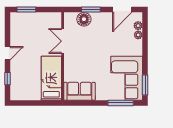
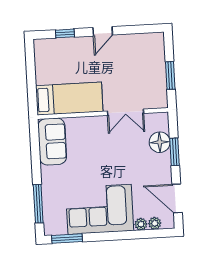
window: (26, 10) -> (170, 75), moved
double door: (63, 41) -> (125, 112), swing flipped
door: (7, 53) -> (103, 31), hinge flipped
corner sofa: (127, 78) -> (100, 209), moved

